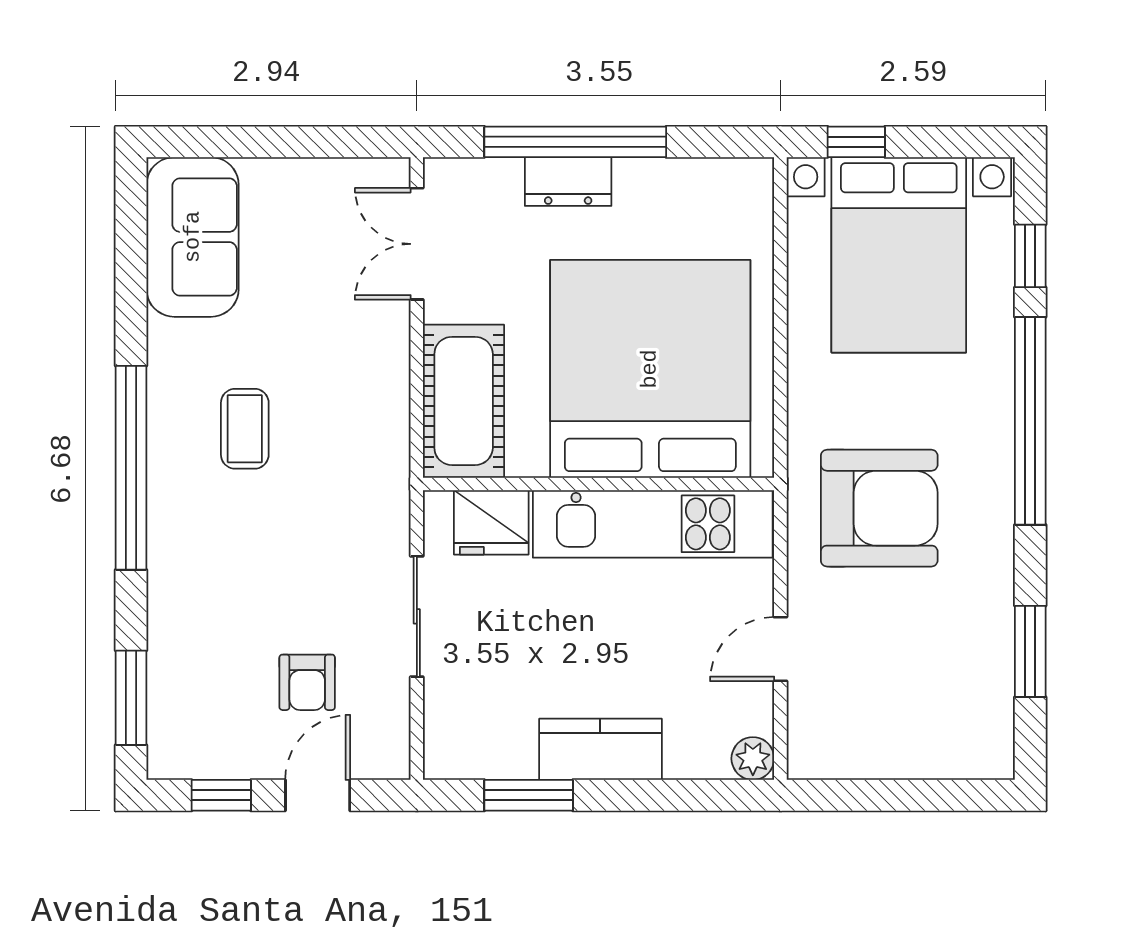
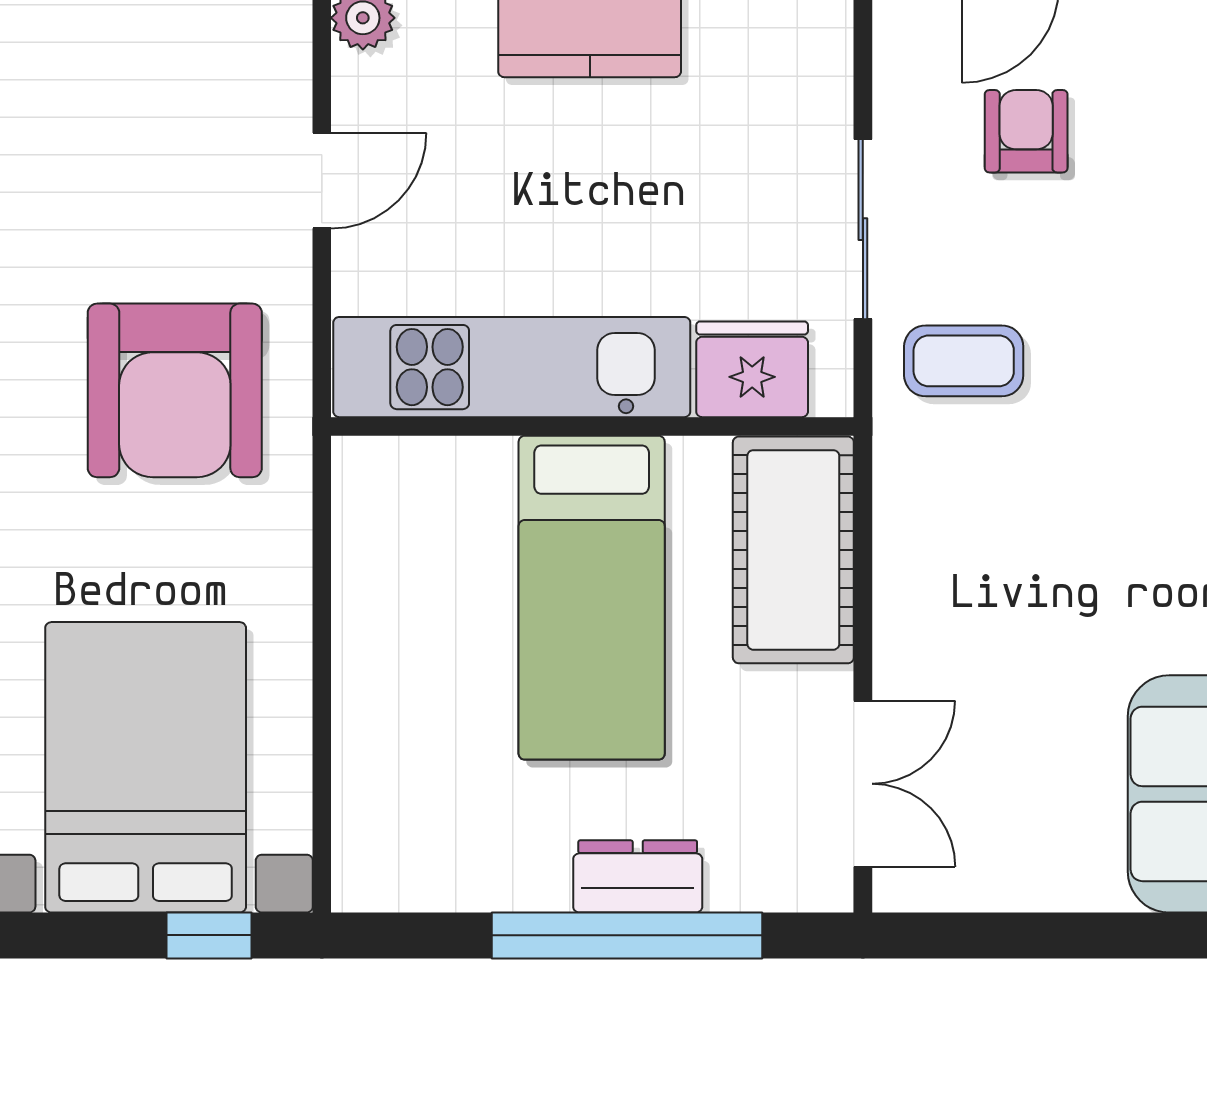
bed: (650, 369) -> (592, 598), width x0.49
coffee table: (245, 429) -> (964, 361), moved, turned 90
armchair: (879, 508) -> (175, 390), turned -90

